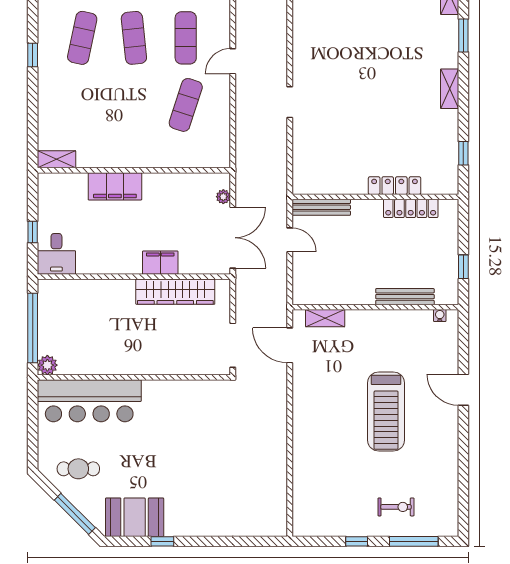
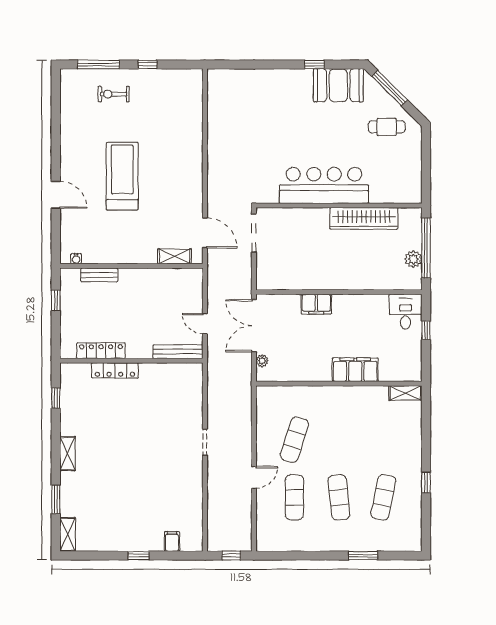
wardrobe: (175, 292) -> (364, 218), moved, turned 180
bench: (405, 297) -> (99, 275), width x0.73
plant: (47, 365) -> (413, 259), moved
bar counter: (89, 401) -> (324, 185), moved

